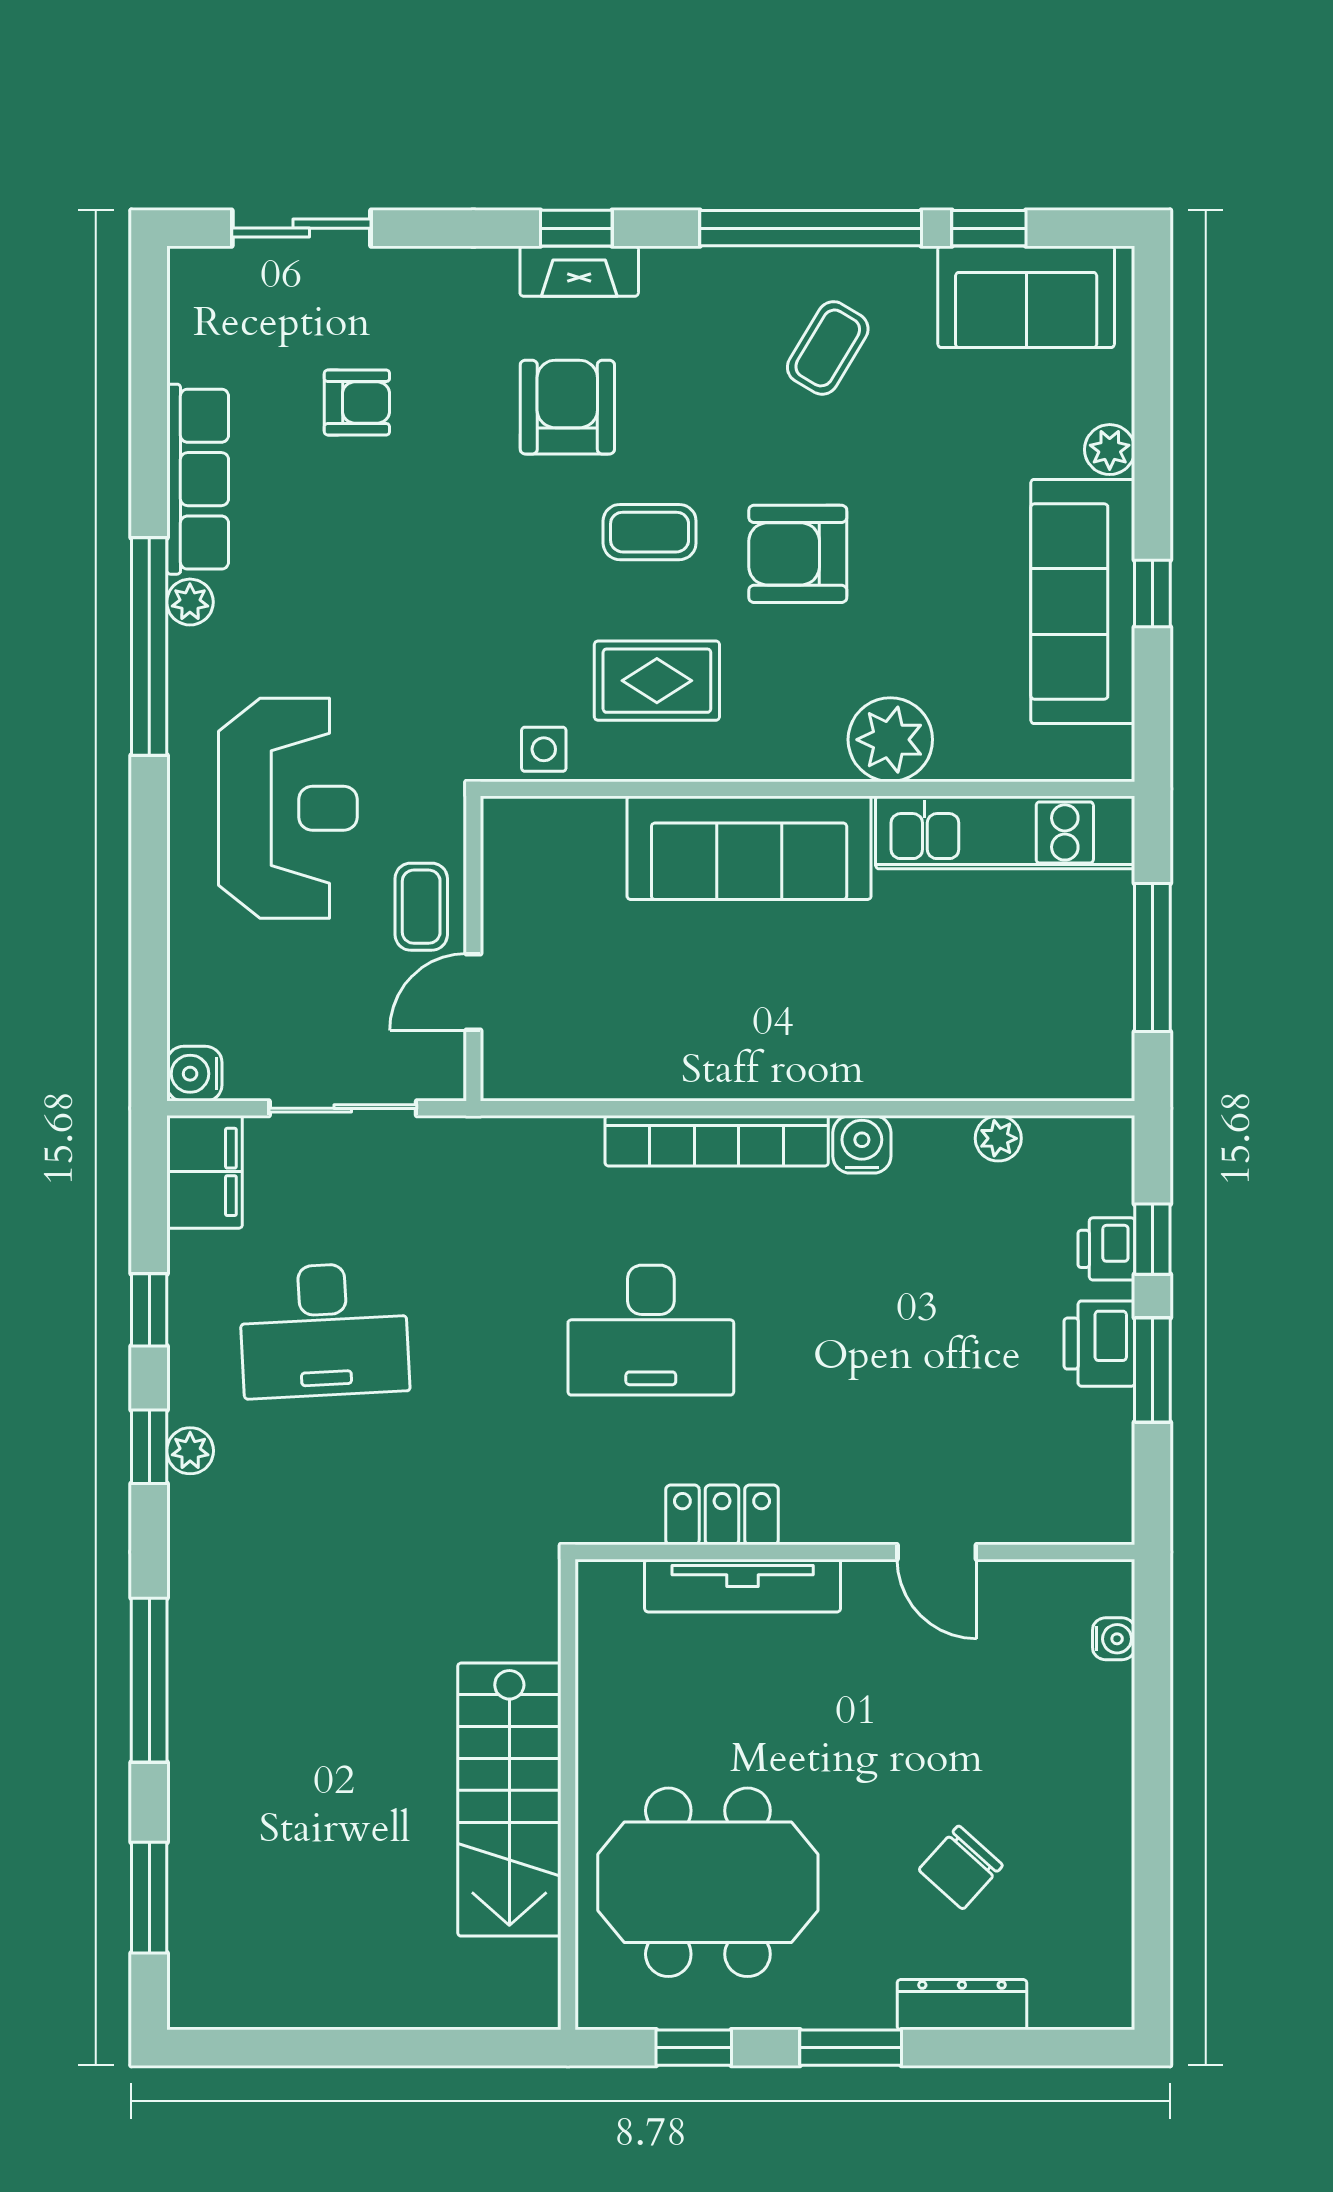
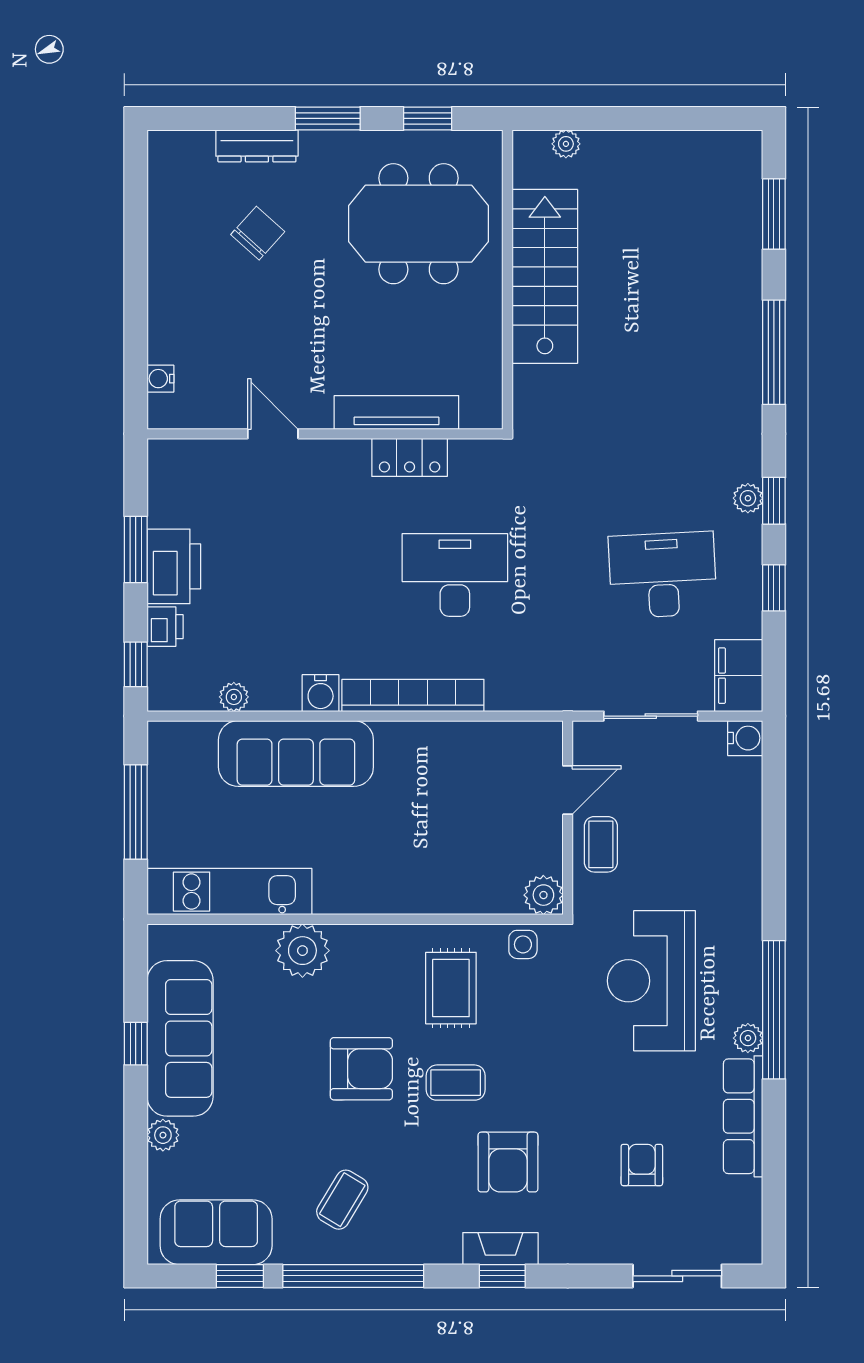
armchair: (357, 403) -> (642, 1165), turned 90
rug: (657, 681) -> (451, 988), turned 90
reception desk: (288, 808) -> (651, 981), moved
plant: (511, 827) -> (543, 895), added
sofa: (749, 848) -> (296, 754), moved, turned 180
window: (1152, 1239) -> (136, 664), moved
printer: (1099, 1344) -> (174, 566), width x1.37, depth x1.19
plant: (476, 2008) -> (566, 144), added

